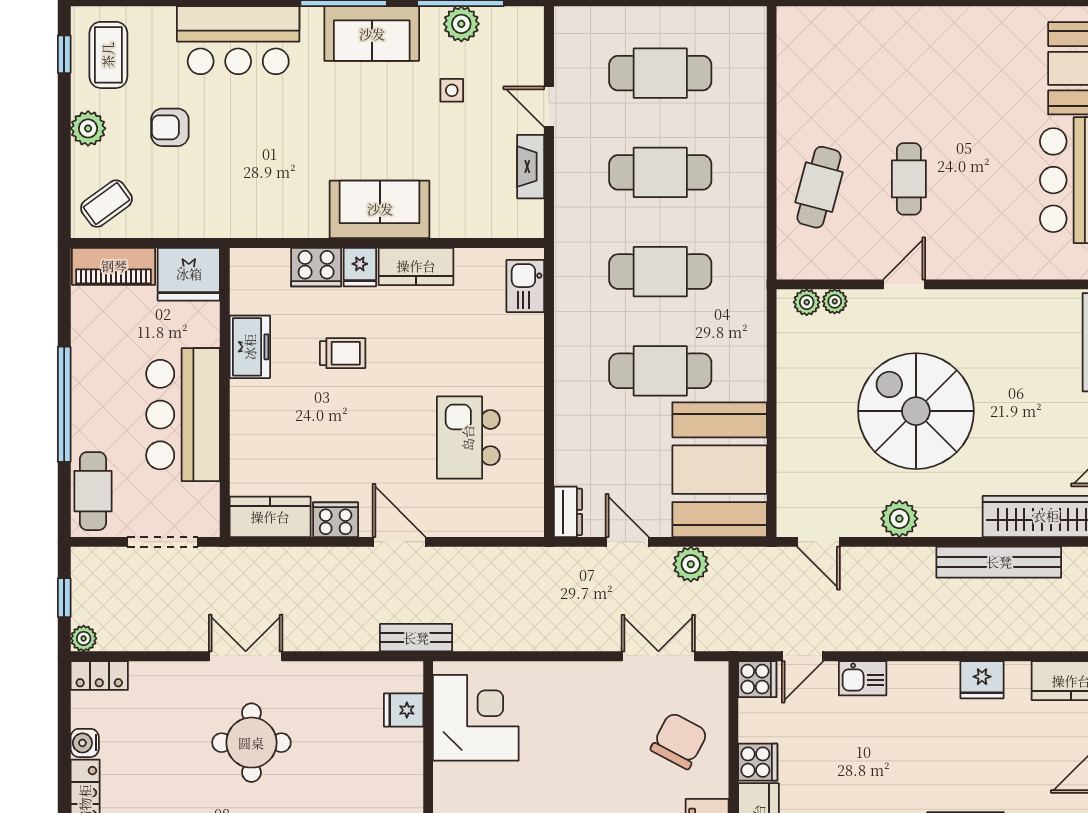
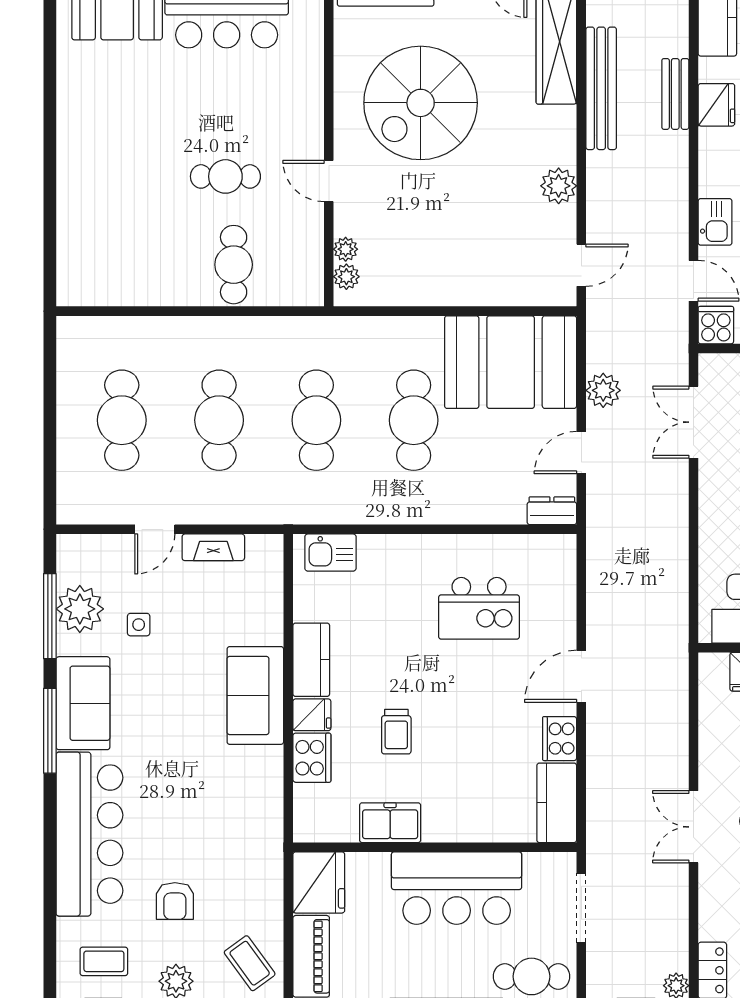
plant: (461, 24) -> (80, 609), width x1.36, depth x1.36
bar counter: (238, 40) -> (89, 834), width x1.36
coffee table: (108, 55) -> (104, 961), width x0.73, depth x0.77
cafe table: (819, 187) -> (234, 265), turned 75
trolley: (343, 353) -> (396, 732), turned 180
spiral stairs: (916, 411) -> (421, 103), moved
bench: (416, 638) -> (675, 94), moved

